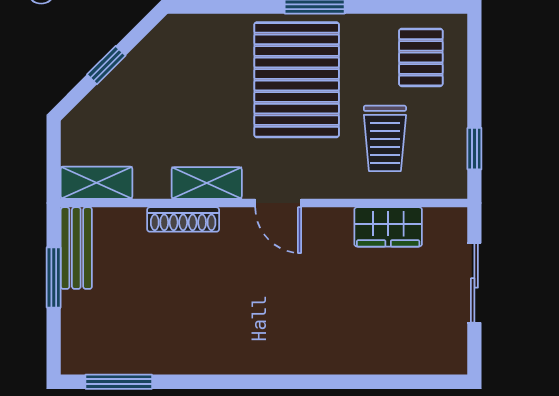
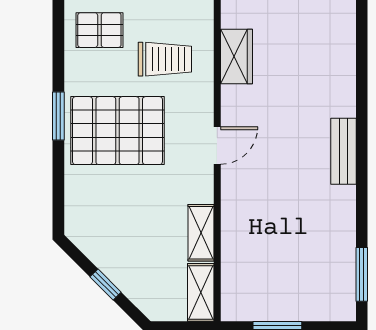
shelving: (207, 183) -> (201, 233), moved
shoe rack: (183, 219) -> (231, 222), removed
bench: (76, 248) -> (343, 151), moved, turned 90

